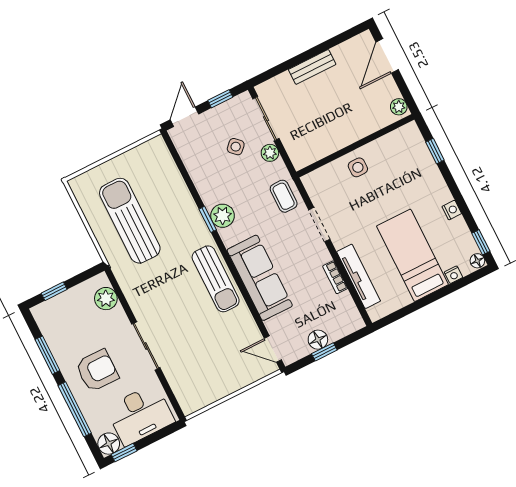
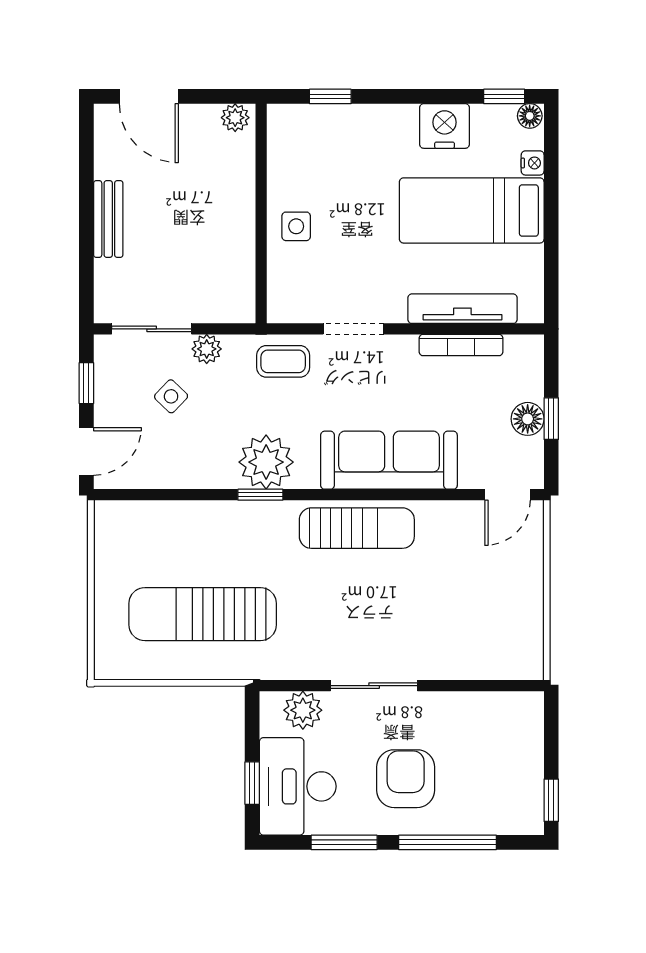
door: (184, 117) -> (86, 451), swing flipped
nightstand: (452, 210) -> (445, 126), width x1.89, depth x1.79
plant: (222, 216) -> (266, 462), width x1.36, depth x1.36
bookcase: (335, 277) -> (461, 345), width x1.56
sliding door: (146, 346) -> (374, 686), moved
desk: (140, 415) -> (298, 786), moved, turned 180
floor lamp: (109, 444) -> (526, 817), removed

